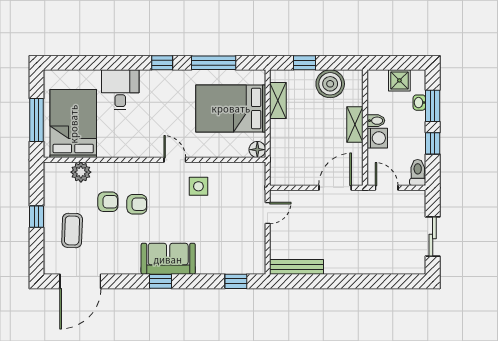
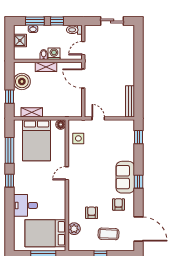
side table: (198, 186) -> (78, 138), moved
armchair: (137, 204) -> (118, 204), moved

